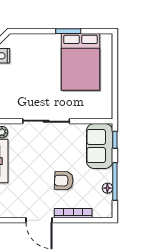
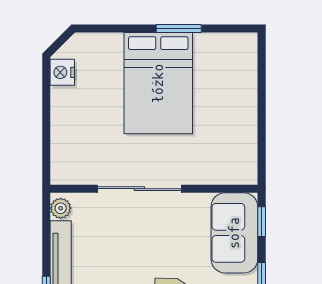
bed: (80, 62) -> (158, 83), moved

